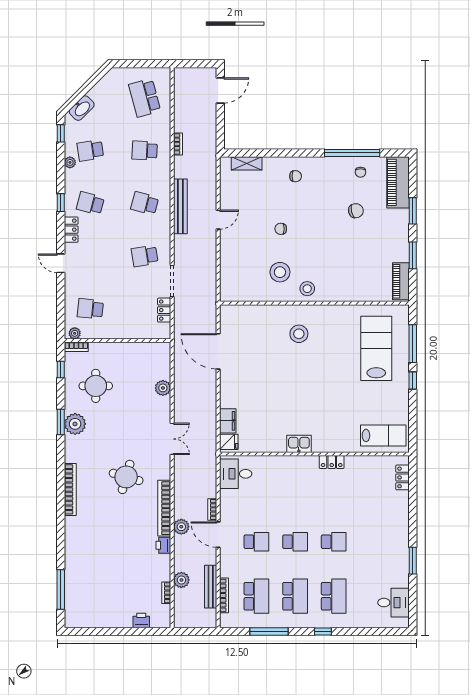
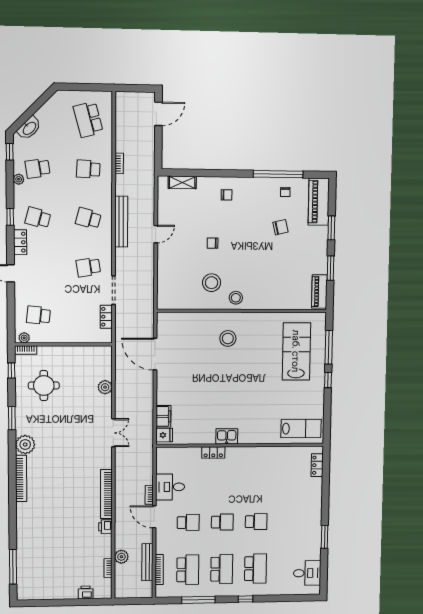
plant: (75, 424) -> (25, 445), moved
locker: (332, 462) -> (213, 453), moved
desk: (236, 474) -> (170, 487), moved
round table: (126, 477) -> (72, 467), removed
plant: (181, 527) -> (121, 510), removed

